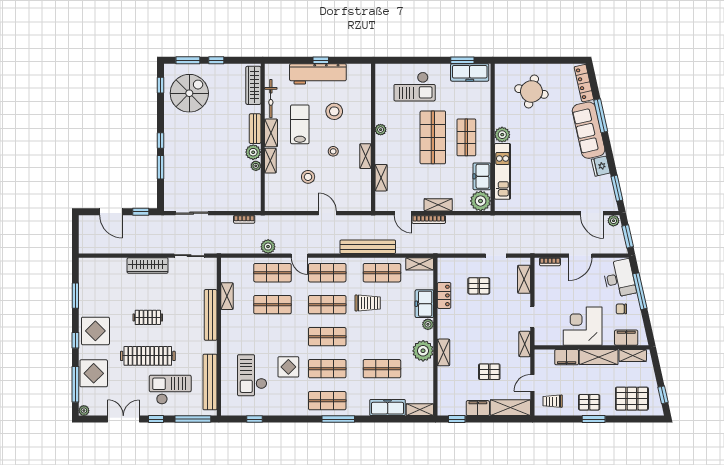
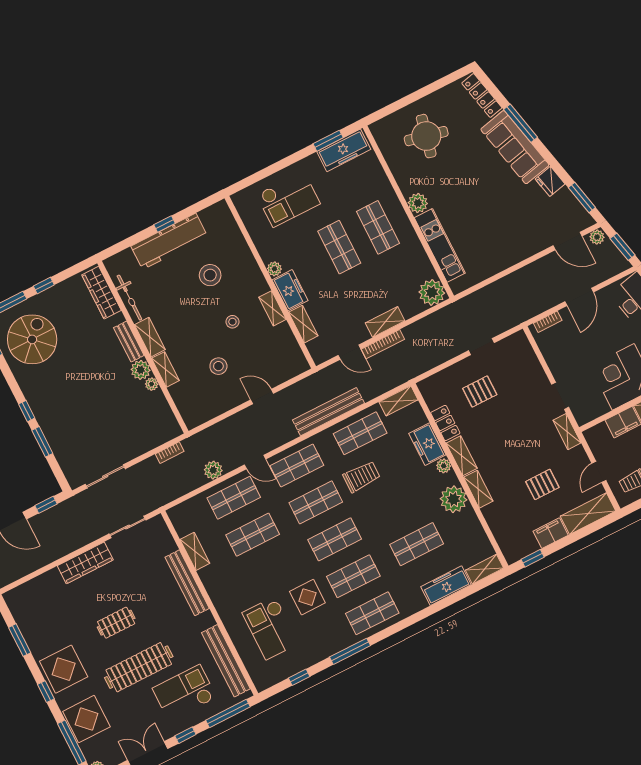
lab bench: (300, 124) -> (178, 310), removed
shop shelf: (433, 137) -> (339, 247), width x0.70, depth x0.74
freezer: (482, 176) -> (290, 290), moved, turned 180
shelving: (524, 279) -> (462, 456), moved
window: (338, 419) -> (350, 651), moved

